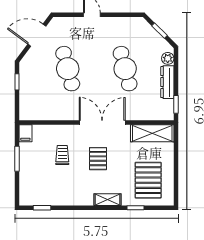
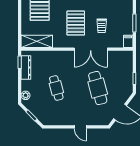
cafe table: (125, 69) -> (56, 88), width x0.73, depth x0.74
dresser: (167, 82) -> (26, 68), moved
double door: (102, 123) -> (91, 49), moved
pallet: (98, 159) -> (76, 23), width x1.50, depth x1.42

